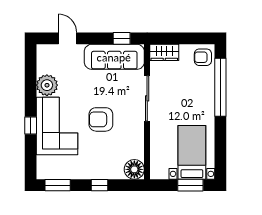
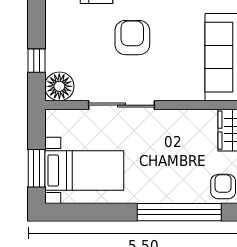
sliding door: (147, 98) -> (122, 105), moved
window: (100, 185) -> (36, 61), moved

